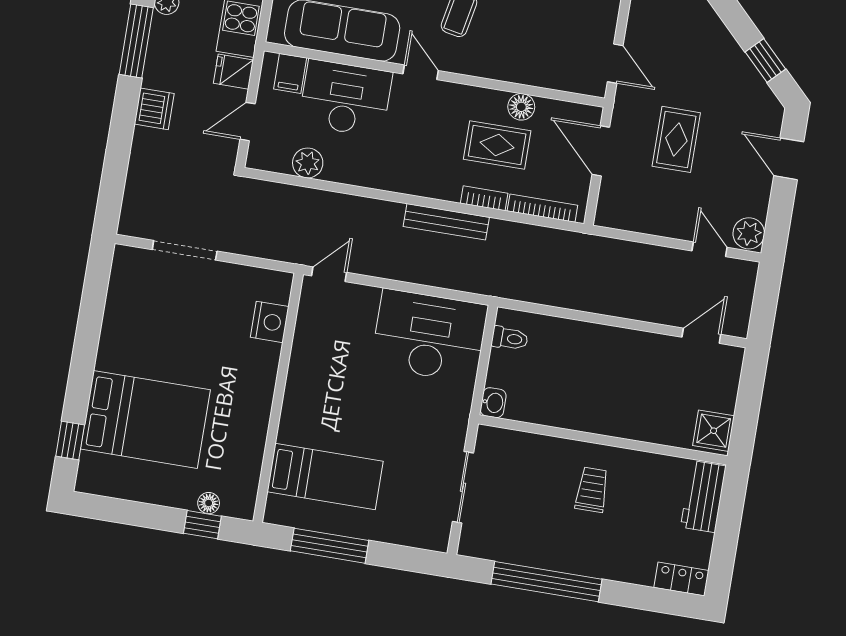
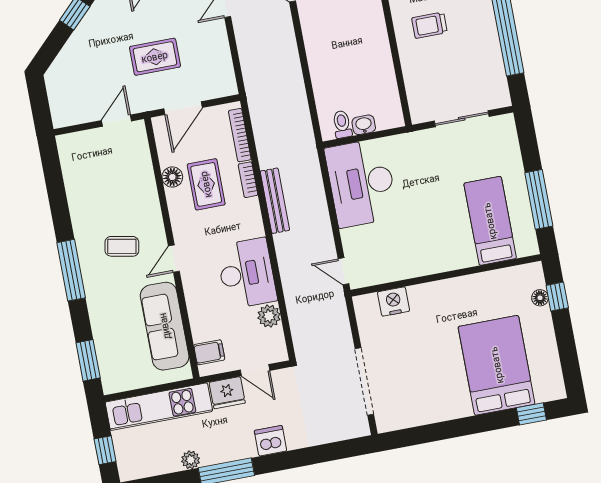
fridge: (233, 72) -> (227, 393), width x1.38
desk: (345, 98) -> (247, 273), moved, turned 180
doorway: (185, 250) -> (364, 382), width x1.36
washbasin: (493, 403) -> (364, 125), moved

